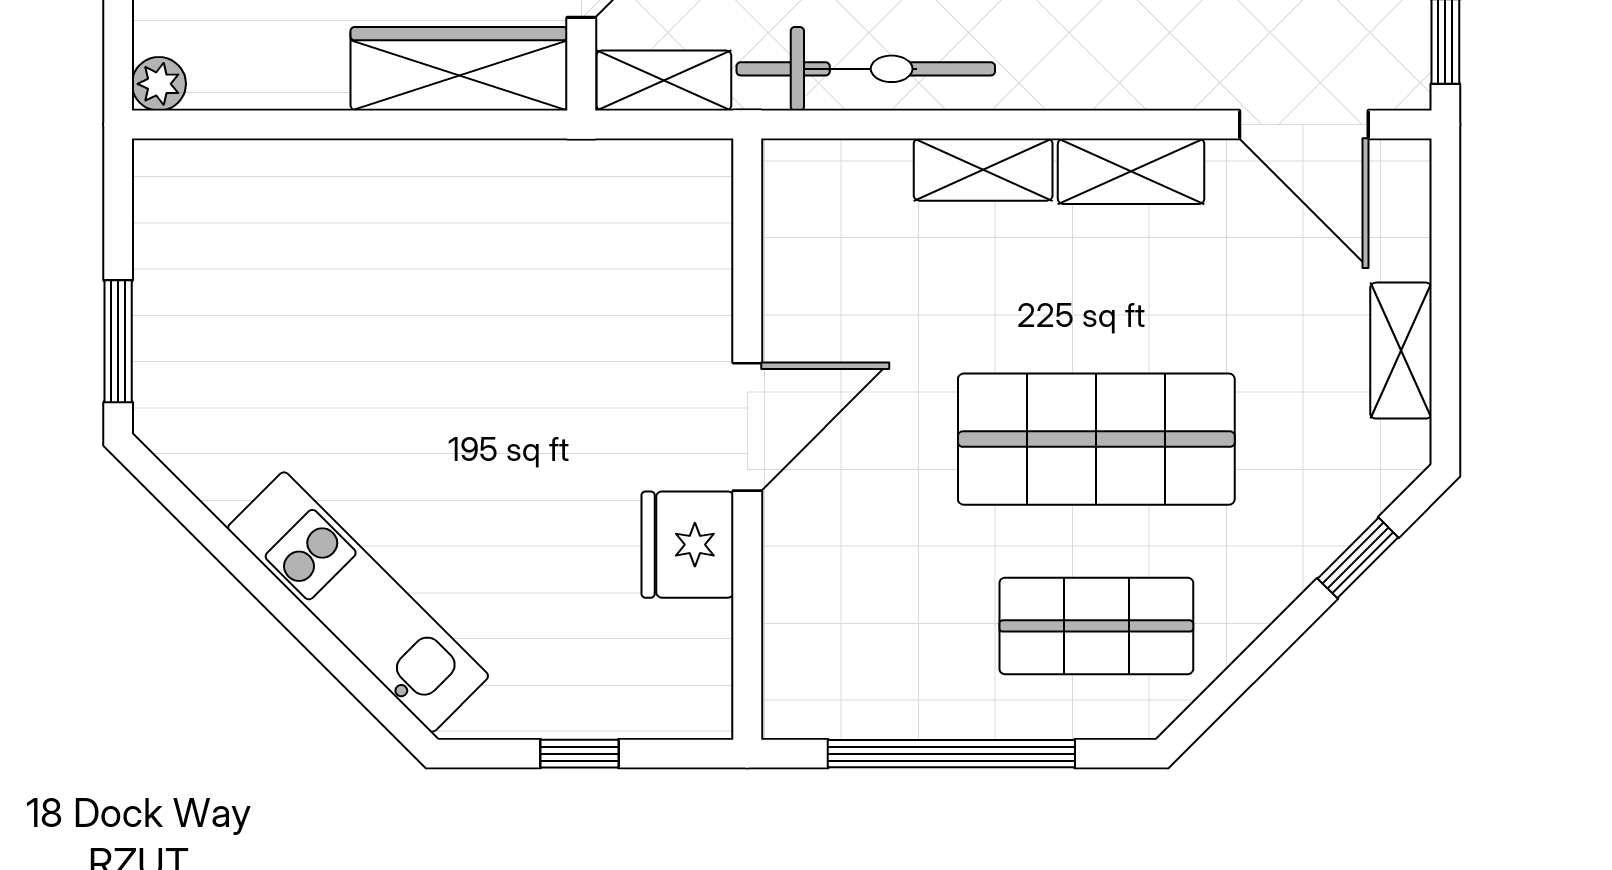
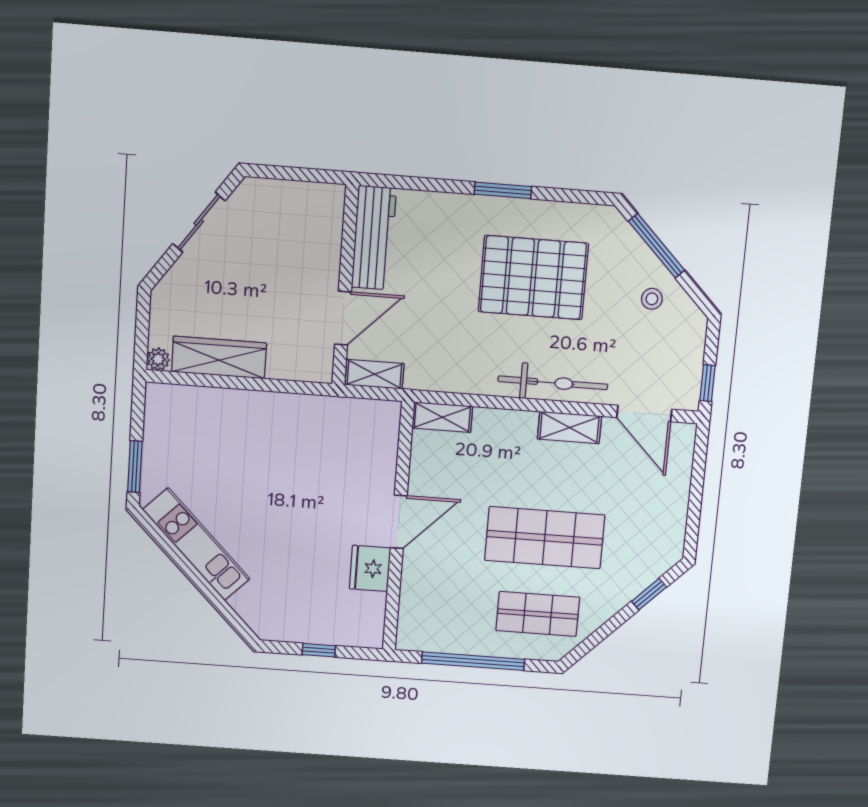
wardrobe: (459, 69) -> (219, 357), moved
bicycle: (866, 69) -> (553, 383), moved
shelving: (983, 170) -> (442, 417), moved
shelving: (1401, 351) -> (676, 511), removed
kitchen unit: (358, 602) -> (196, 544), moved

